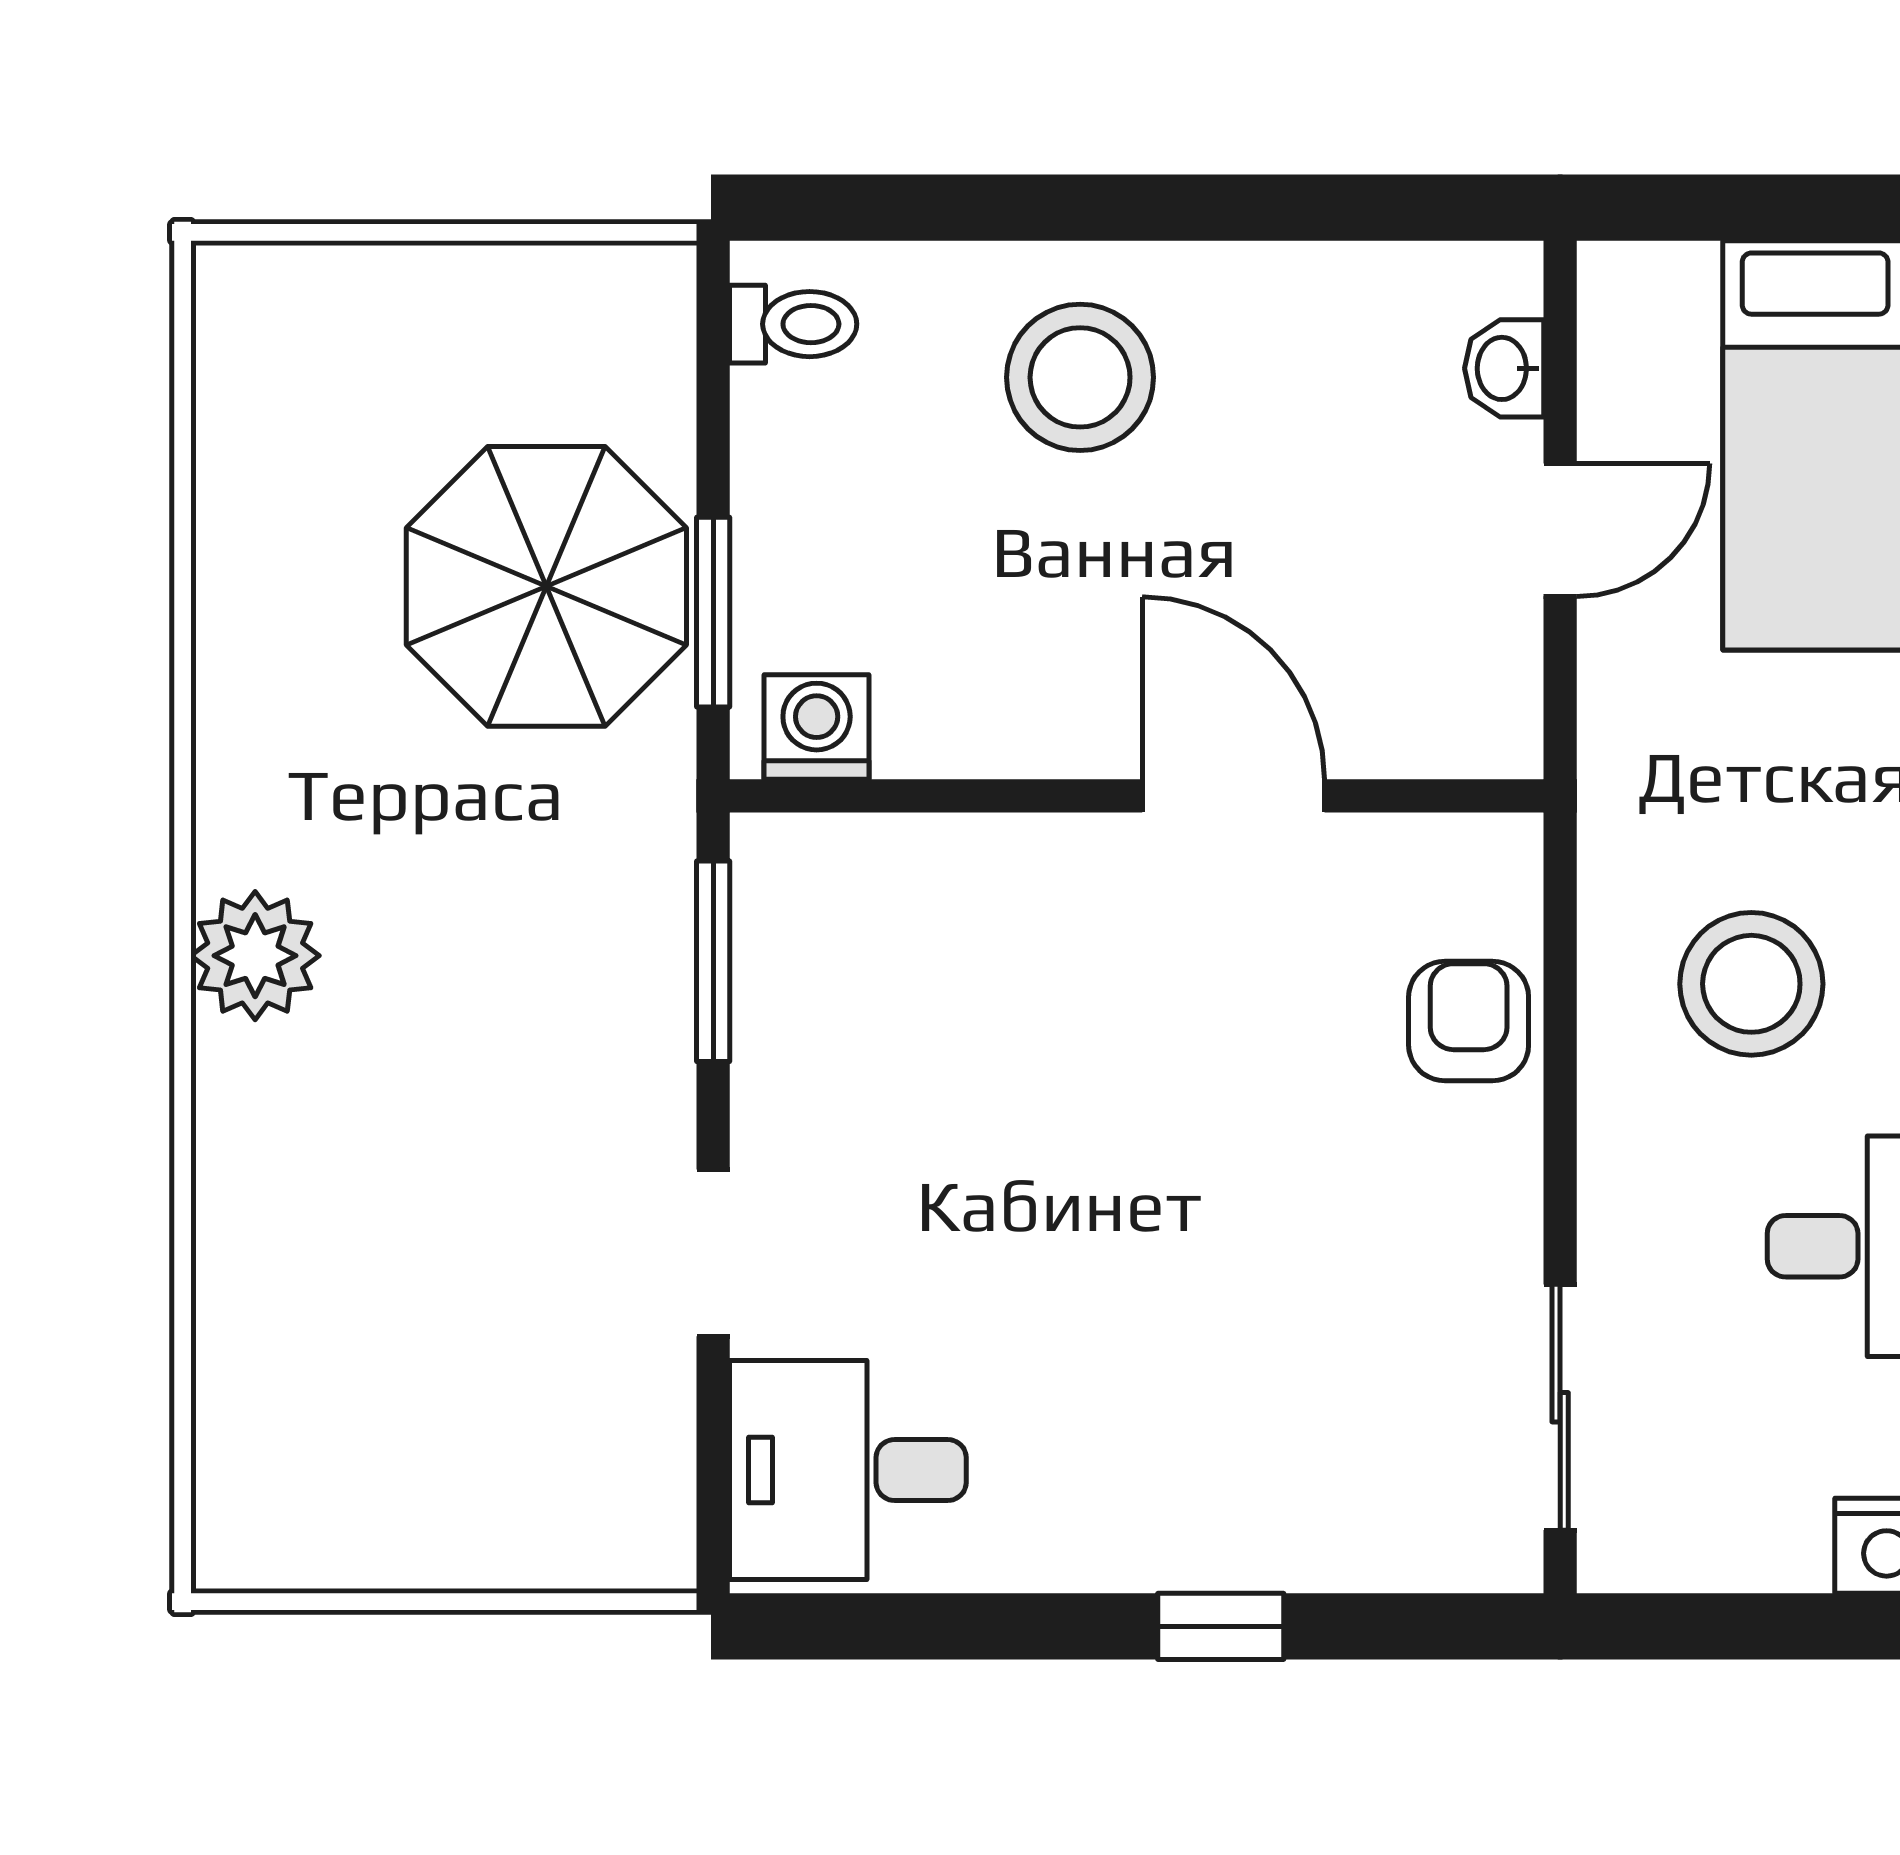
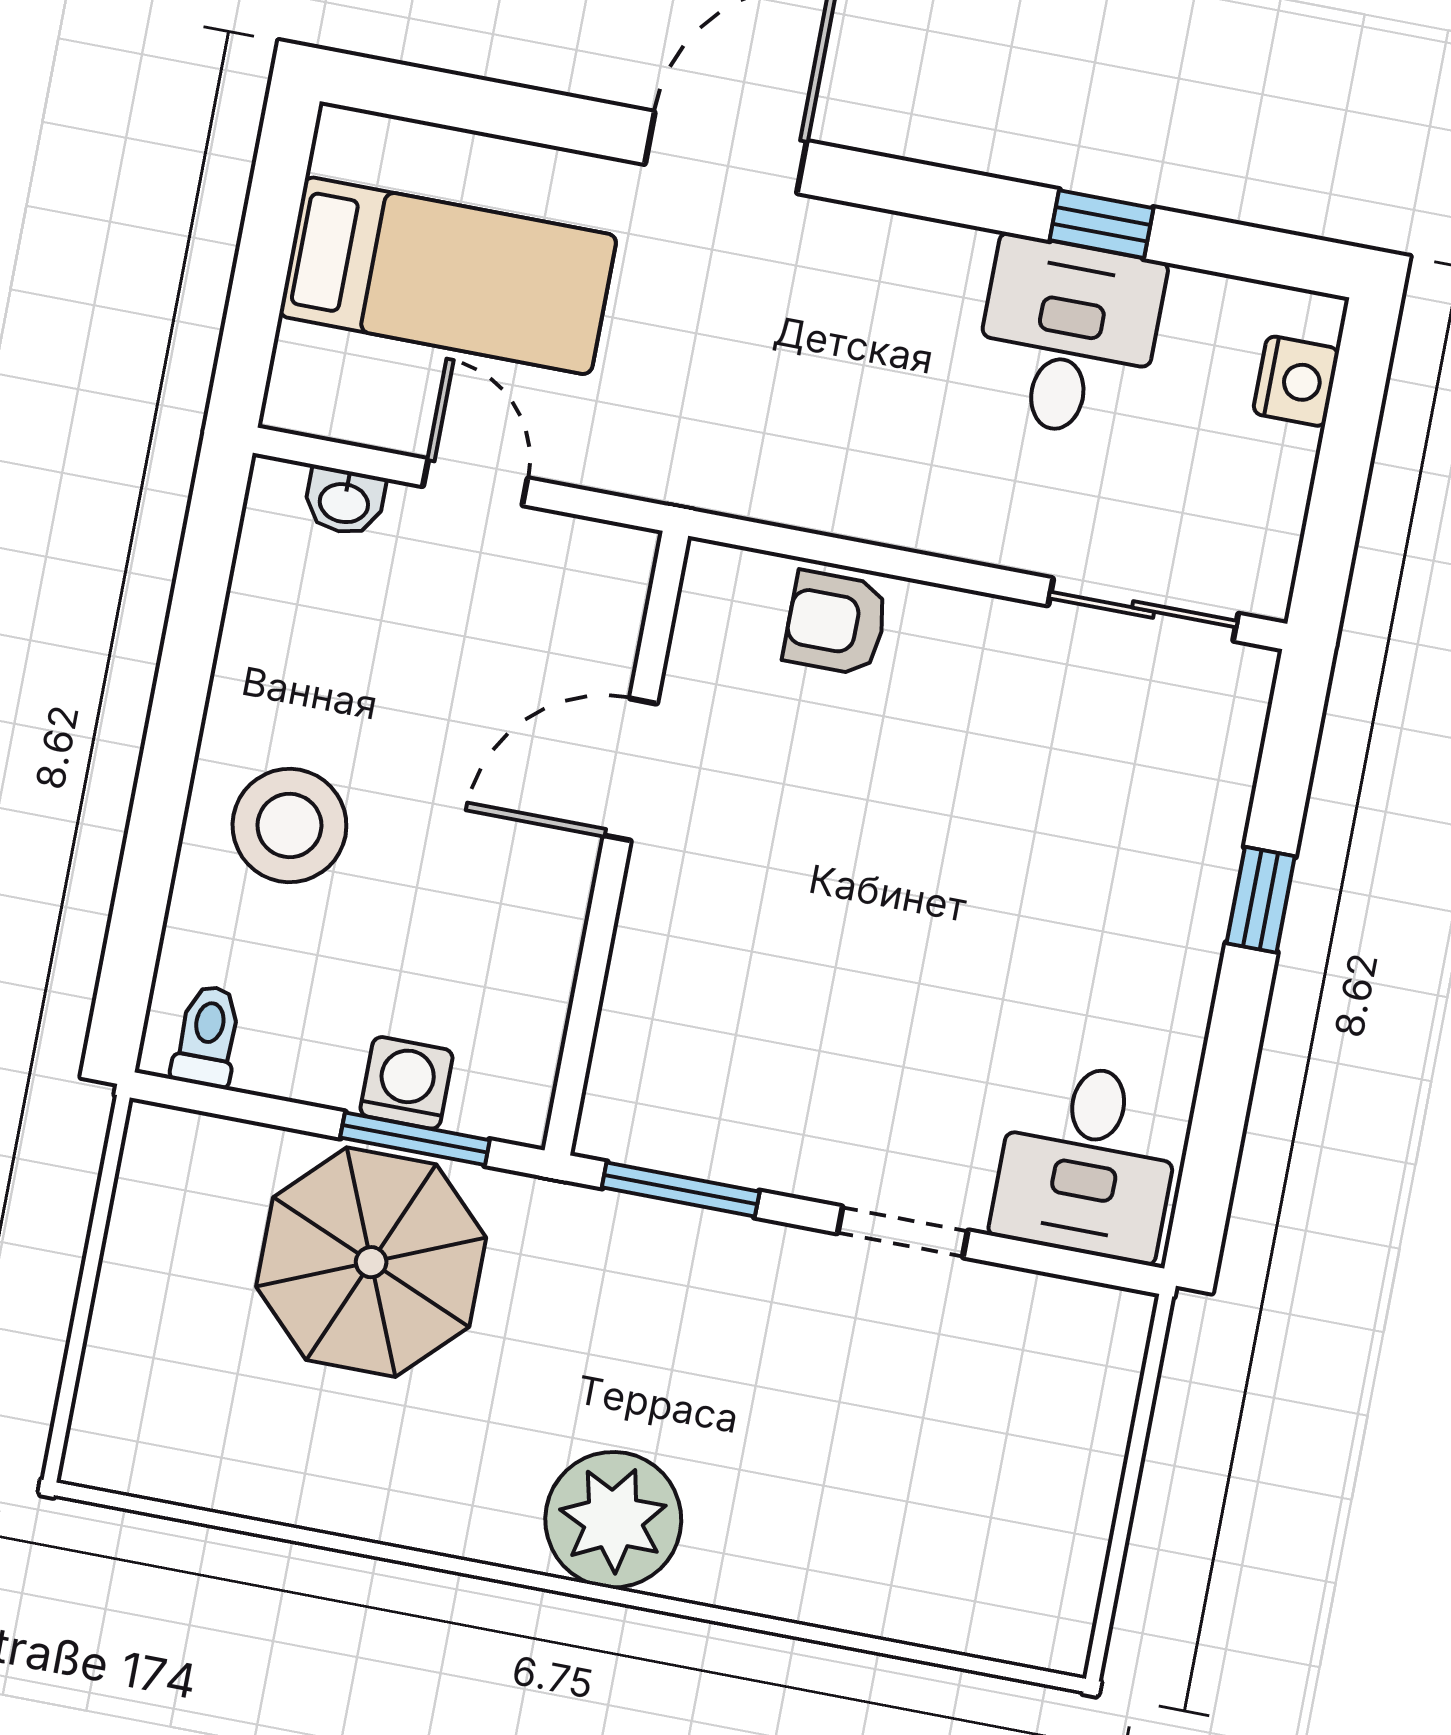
washing machine: (817, 727) -> (406, 1083), moved, turned 90
plant: (255, 956) -> (613, 1520), width x1.36, depth x1.36
stool: (1751, 984) -> (849, 403), removed

